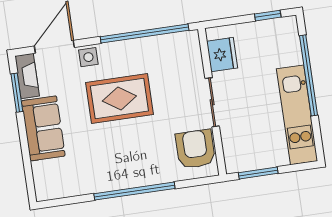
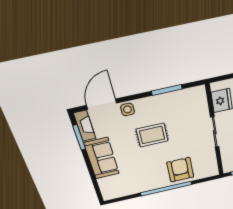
window: (145, 34) -> (167, 90), width x0.47
rug: (119, 98) -> (152, 135), width x0.73, depth x0.70
armchair: (195, 149) -> (180, 170), moved

